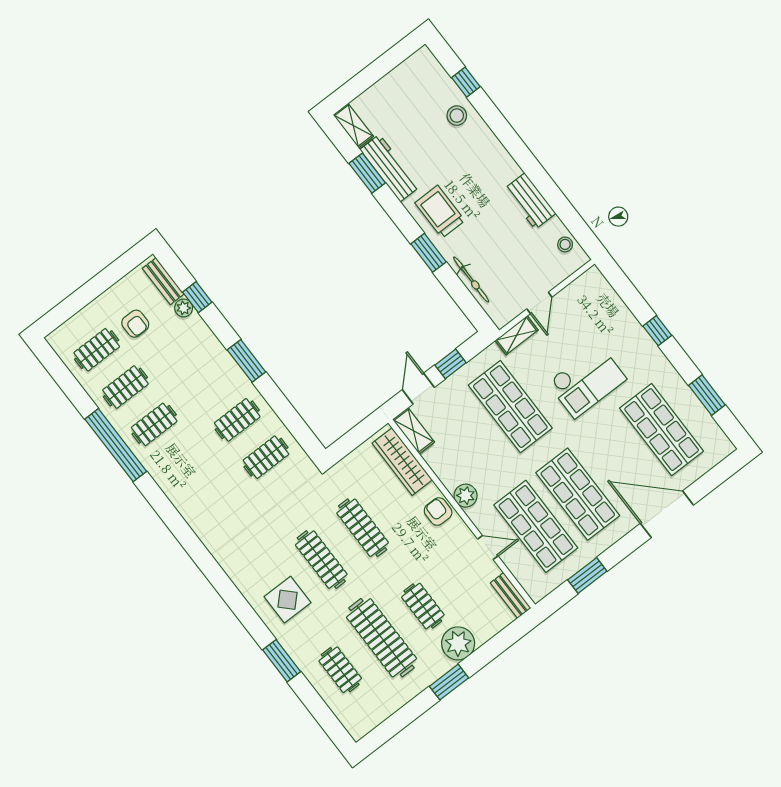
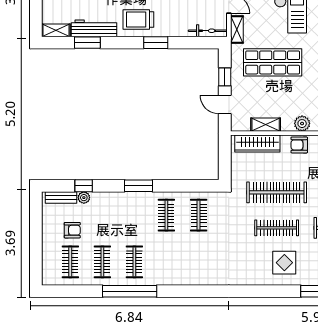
bicycle: (471, 280) -> (208, 31), moved
shelving: (413, 431) -> (266, 125), moved
clothes rail: (363, 528) -> (277, 192), width x1.37, depth x1.31

